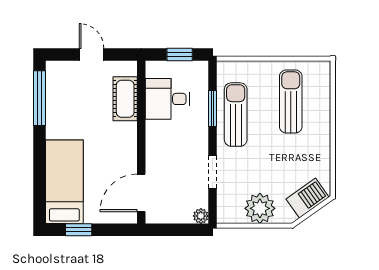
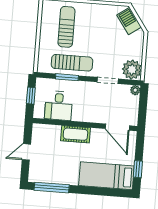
cot: (125, 99) -> (75, 134), moved
sun lounger: (291, 102) -> (66, 27), turned 90
sun lounger: (236, 115) -> (72, 63), turned 180
plant: (260, 208) -> (132, 70), moved

